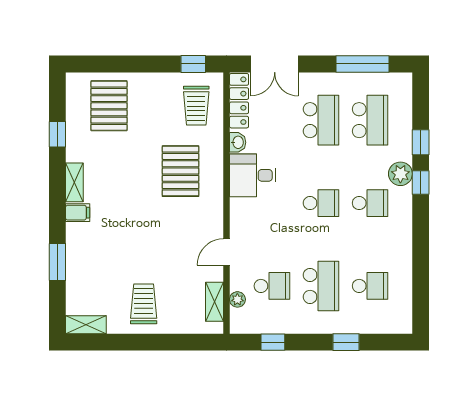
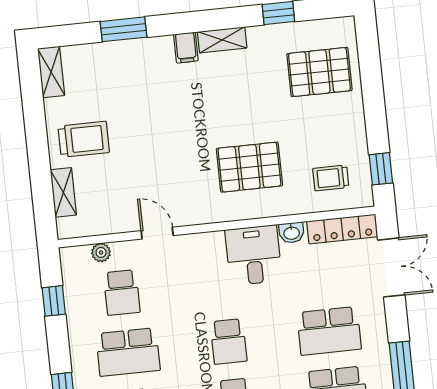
double door: (275, 64) -> (391, 267), swing flipped
trolley: (196, 106) -> (331, 178), width x0.73, depth x0.72
shelving: (215, 302) -> (63, 192), moved, turned 90

